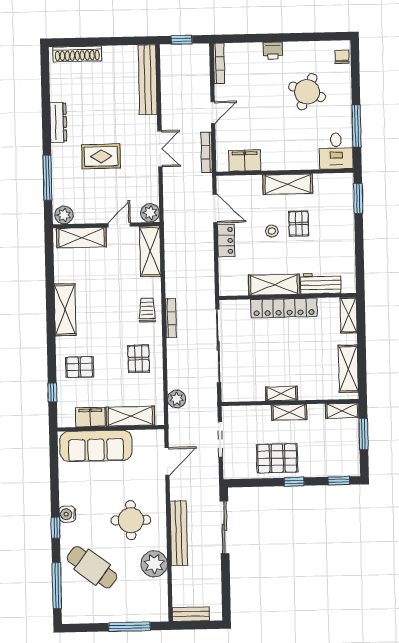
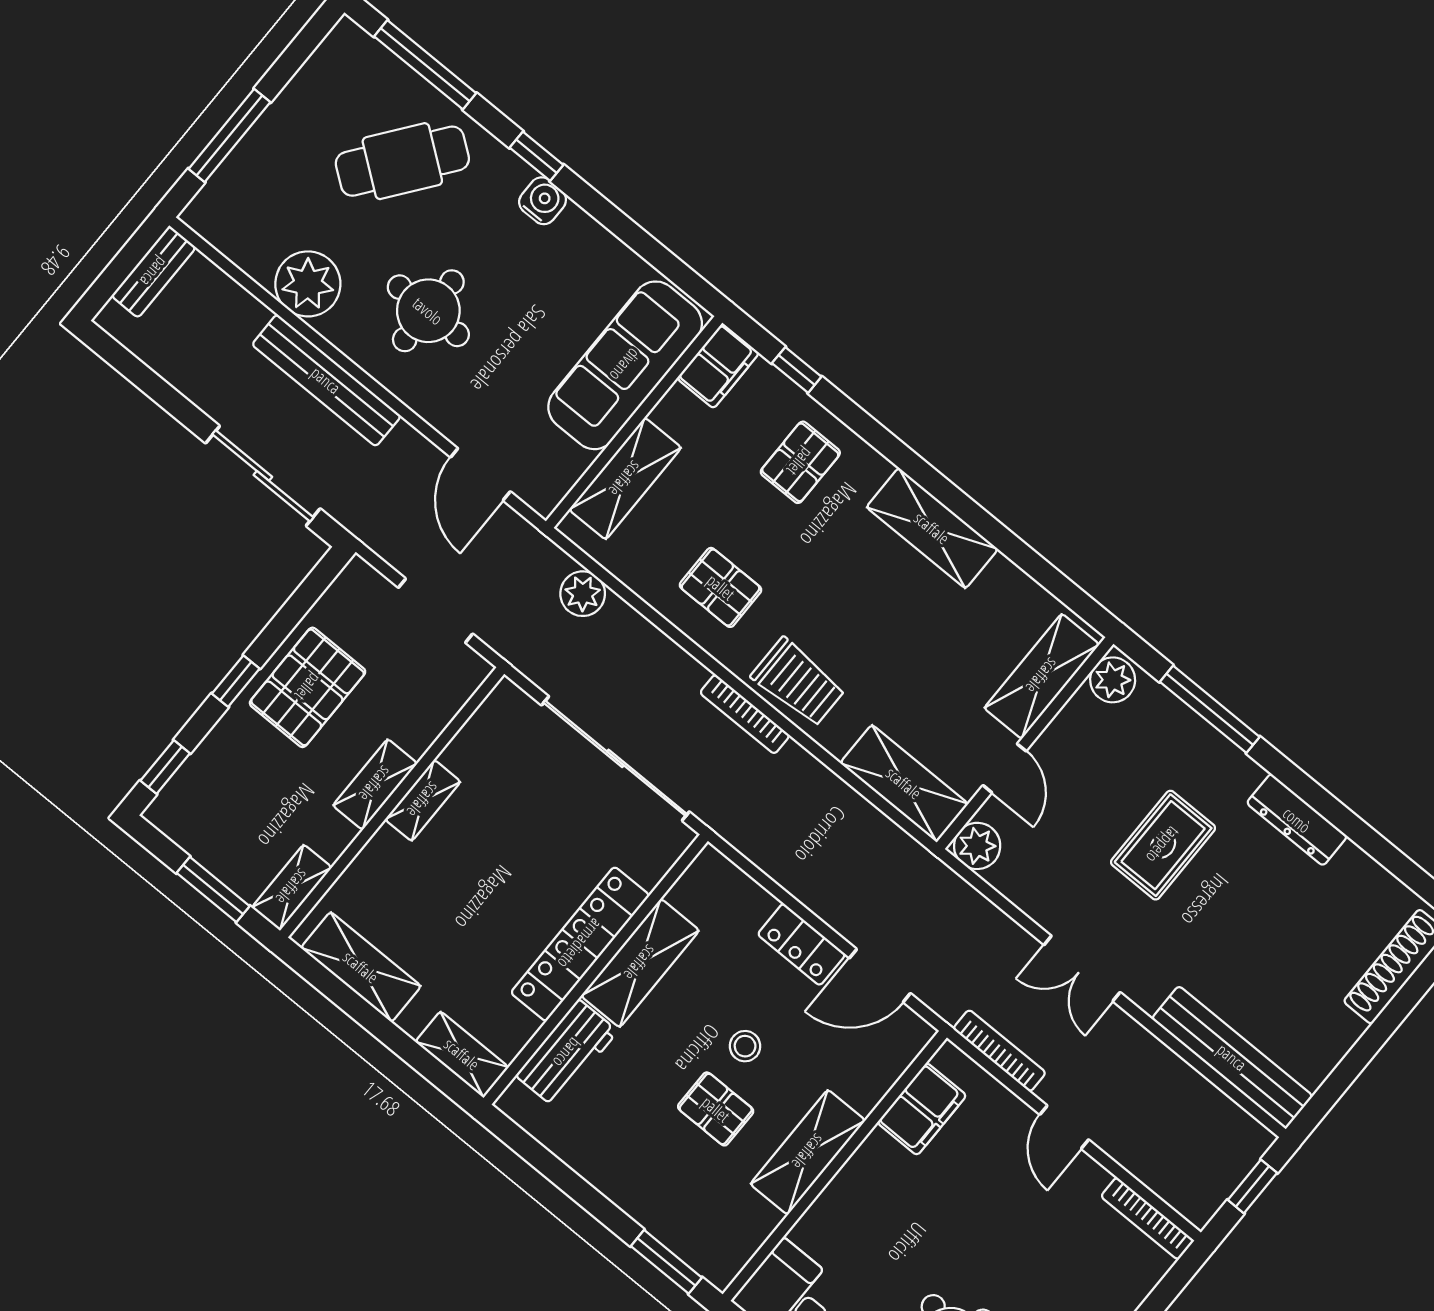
trolley: (147, 310) -> (798, 682), width x1.36, depth x1.39
filing cabinet: (90, 417) -> (718, 366), moved

